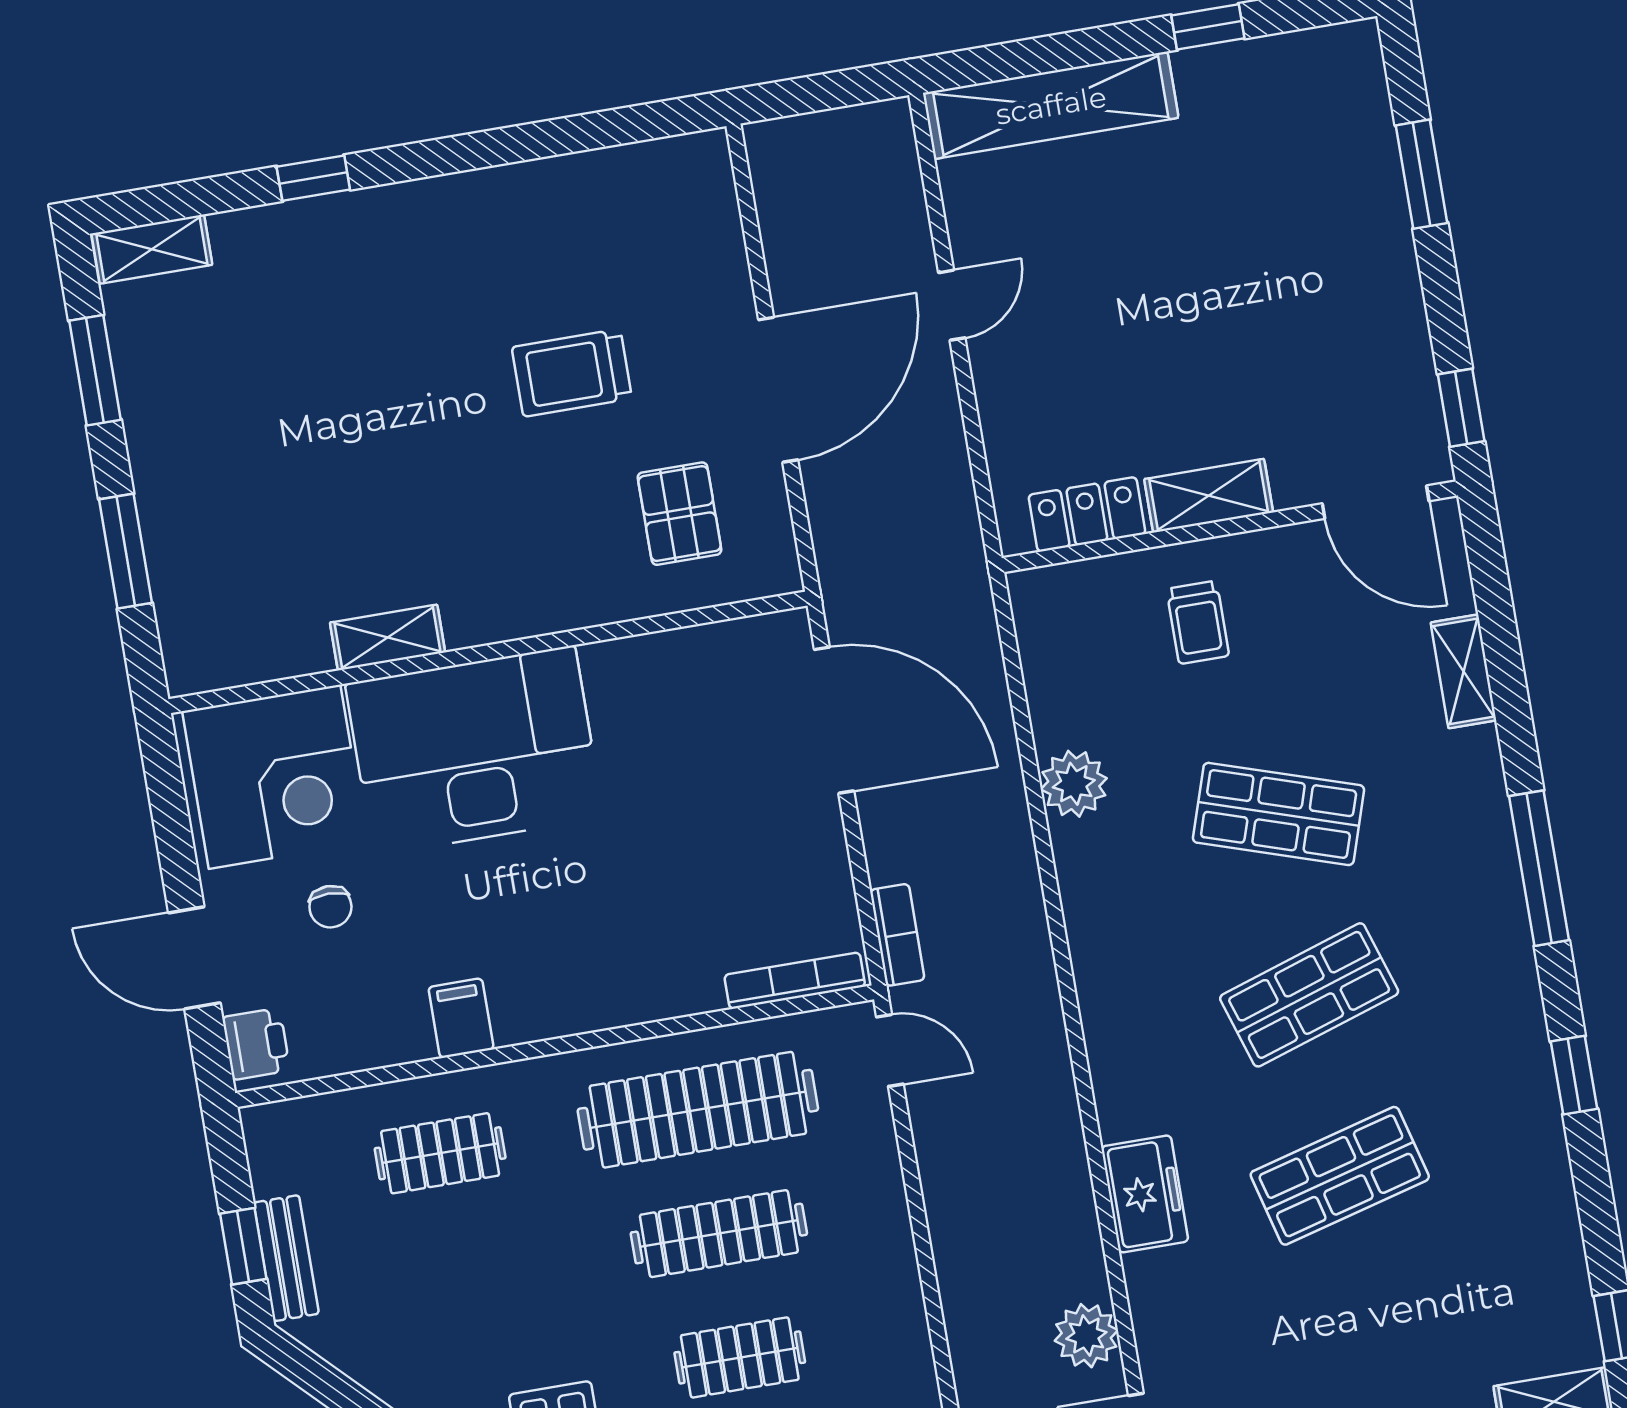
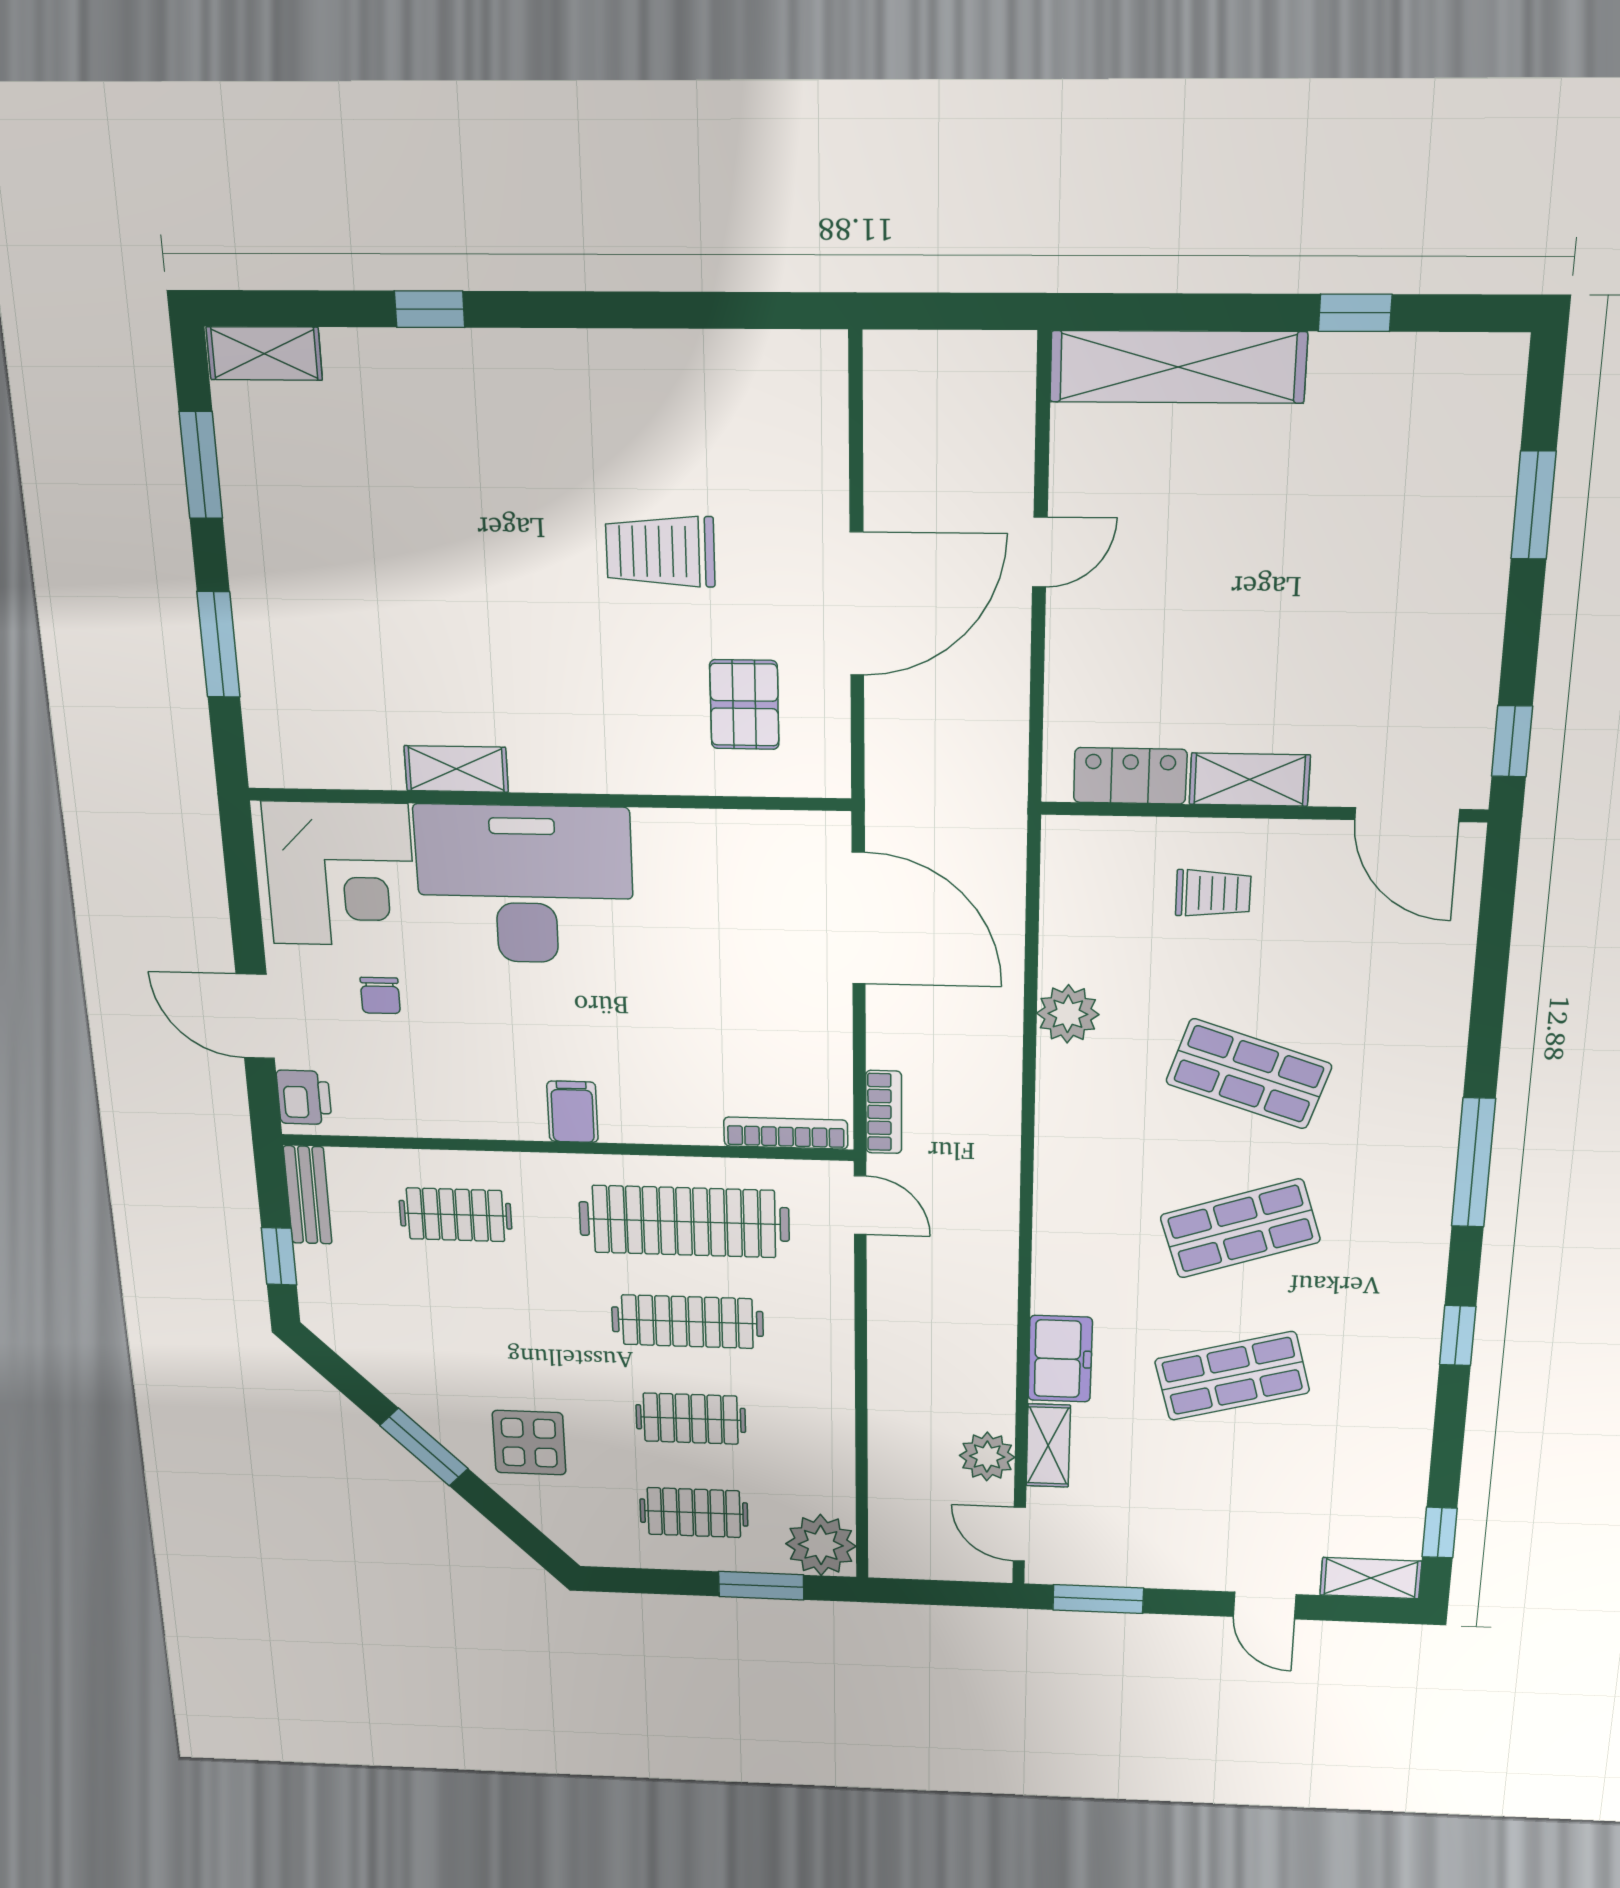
trolley: (1198, 622) -> (1213, 893), turned -90
shelving: (1463, 671) -> (1048, 1446), moved
filing cabinet: (461, 1018) -> (572, 1112), moved
bench: (286, 1258) -> (308, 1195), moved

